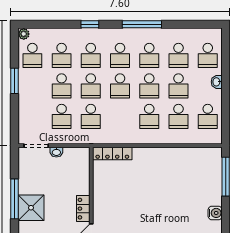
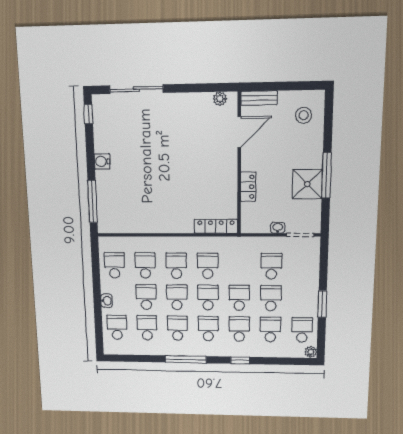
school desk: (91, 116) -> (208, 266), moved
shower: (31, 208) -> (307, 184), moved
locker: (83, 209) -> (248, 187), moved

